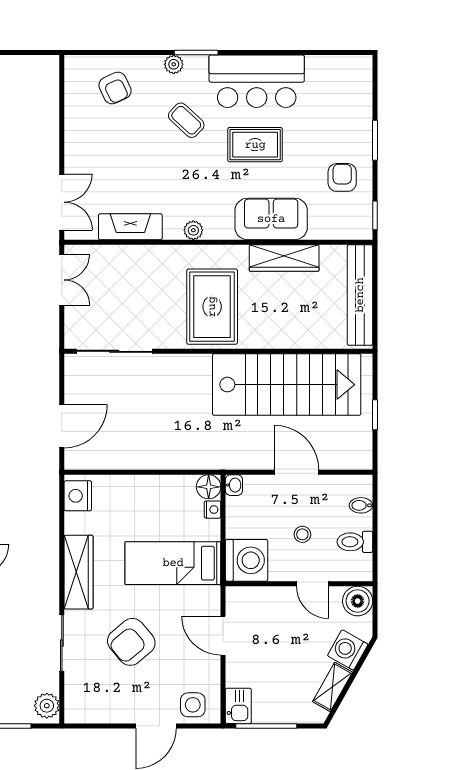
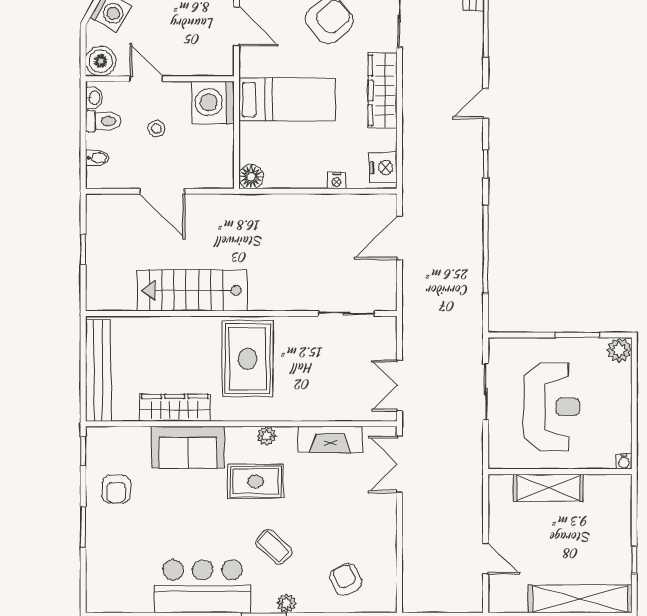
rug: (255, 145) -> (256, 481), moved
sliding door: (114, 351) -> (347, 314), width x0.73
stairs: (287, 385) -> (192, 290), width x0.73, depth x0.66
washbasin: (234, 485) -> (94, 98), moved, turned 180
nightstand: (213, 510) -> (336, 181), moved, turned -90

